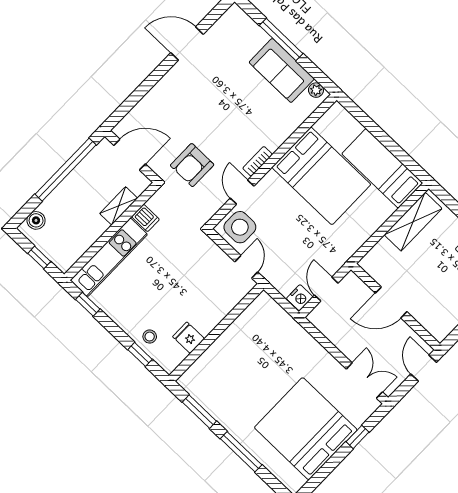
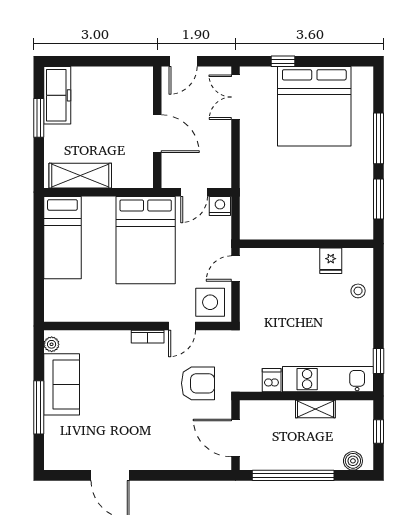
bed: (321, 176) -> (146, 240), moved, turned 180
shelving: (119, 206) -> (315, 409), moved
window: (140, 354) -> (379, 285), removed

